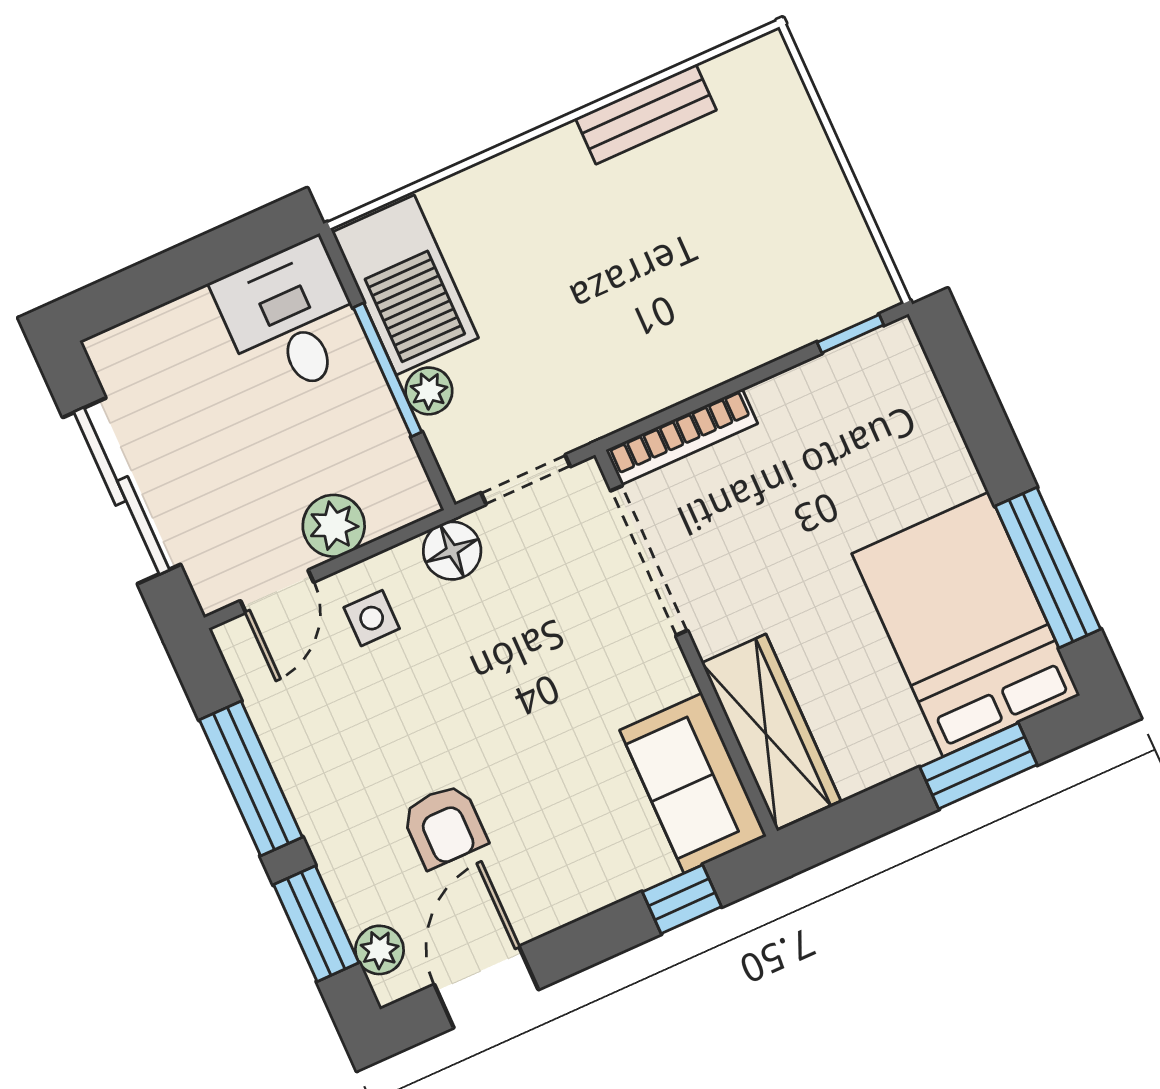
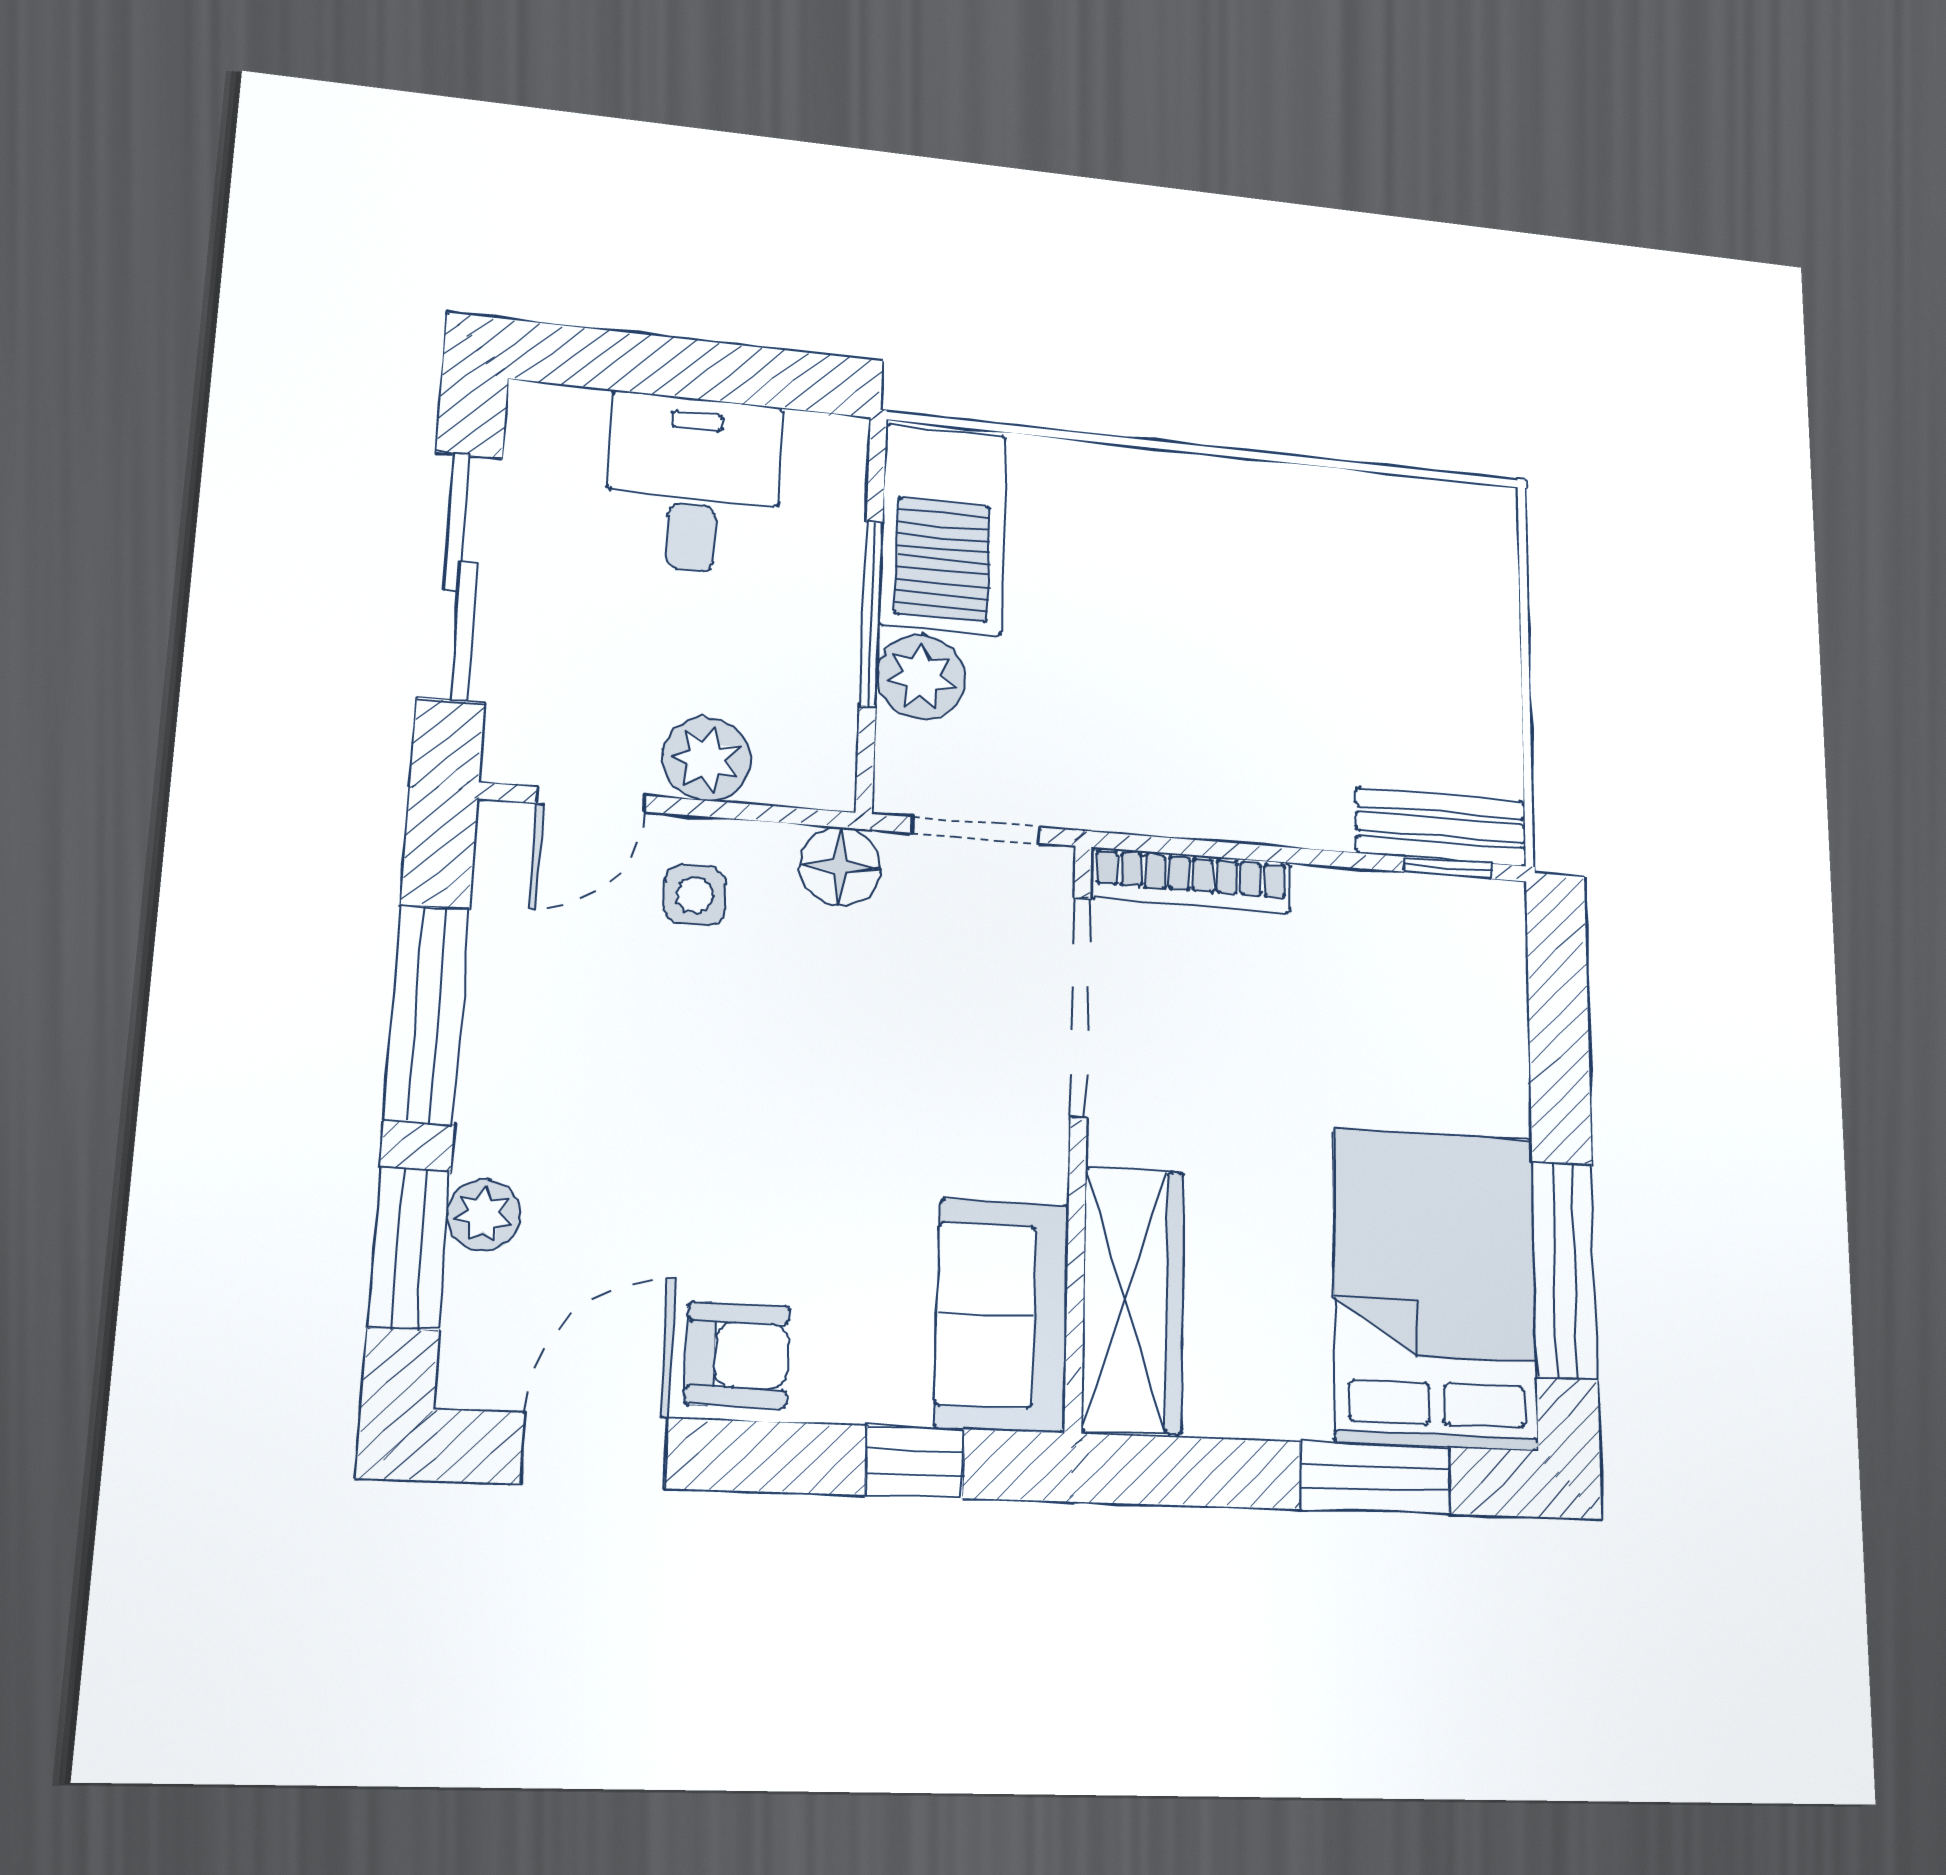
bench: (646, 114) -> (1441, 827), moved
desk: (291, 319) -> (694, 484), moved
plant: (429, 391) -> (921, 677), width x1.38, depth x1.38
armchair: (444, 826) -> (737, 1355), moved, turned -90
plant: (379, 950) -> (484, 1215), moved

